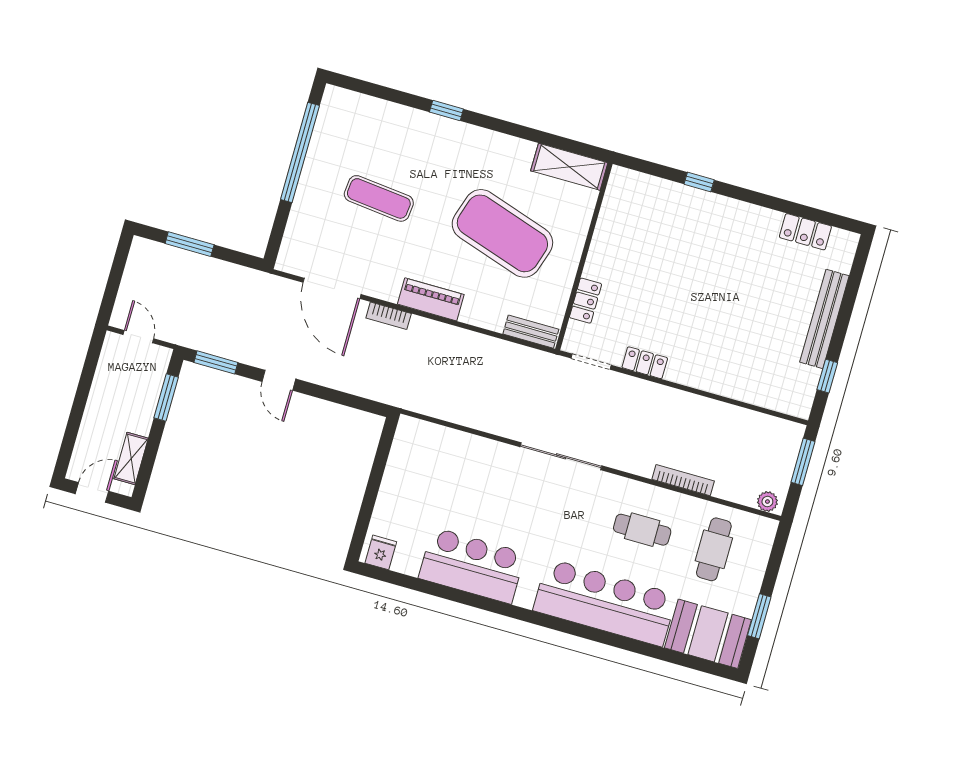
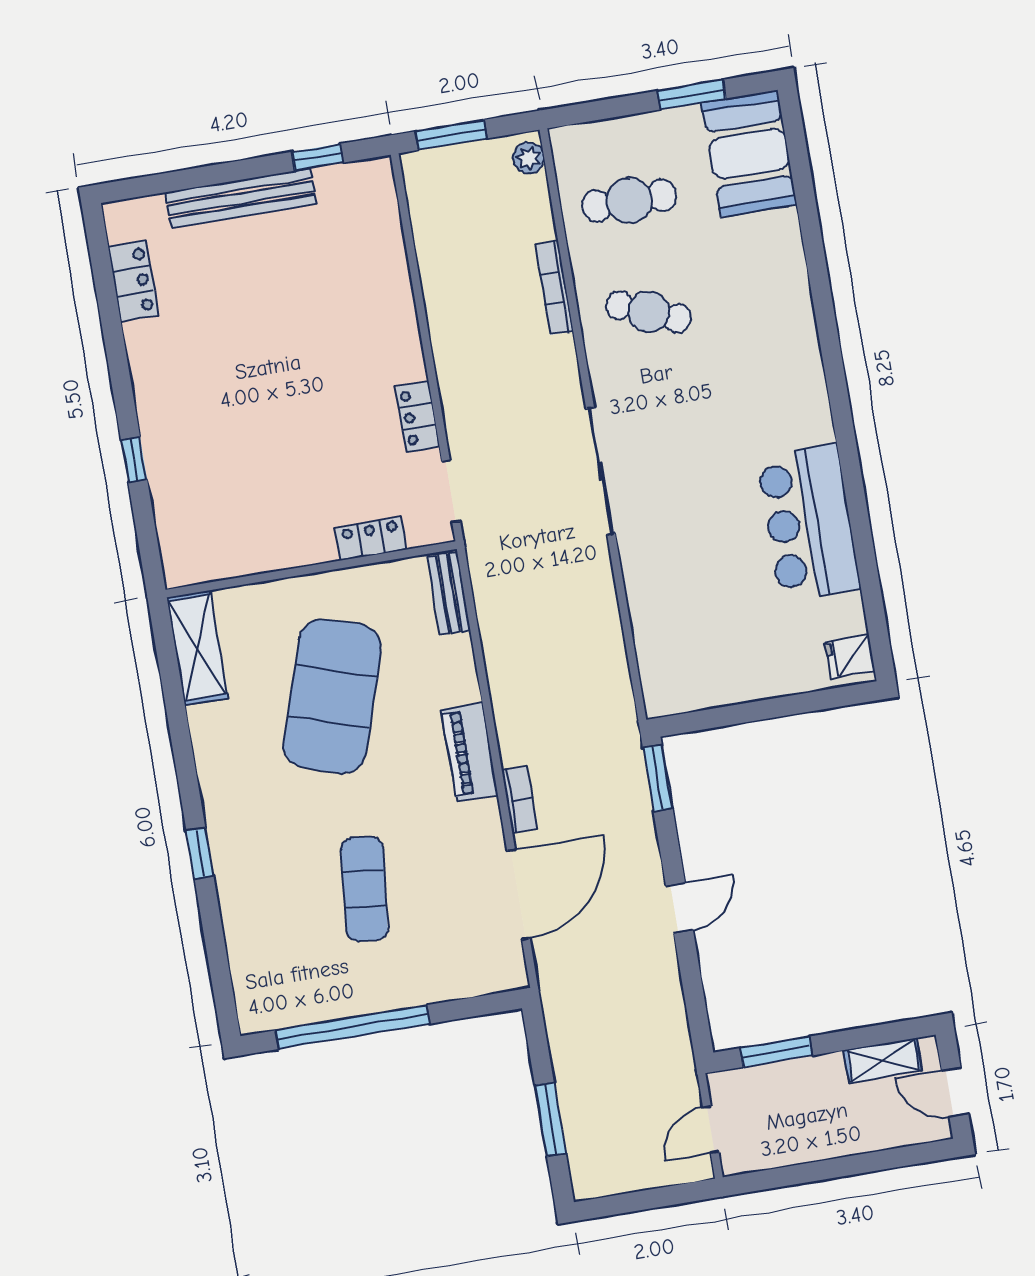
window: (216, 362) -> (658, 778), moved
cafe table: (642, 530) -> (649, 312), turned -68
bar counter: (605, 603) -> (773, 316), removed

